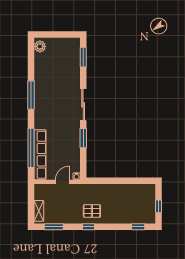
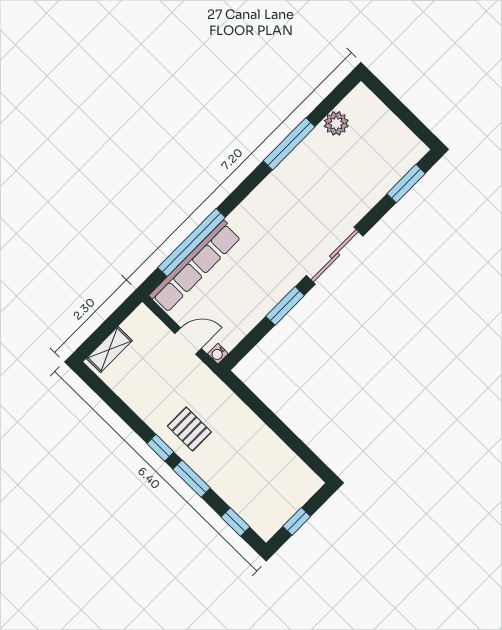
plant: (40, 46) -> (336, 123), moved
window: (31, 95) -> (289, 144), moved
window: (54, 227) -> (192, 479), moved

